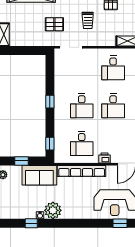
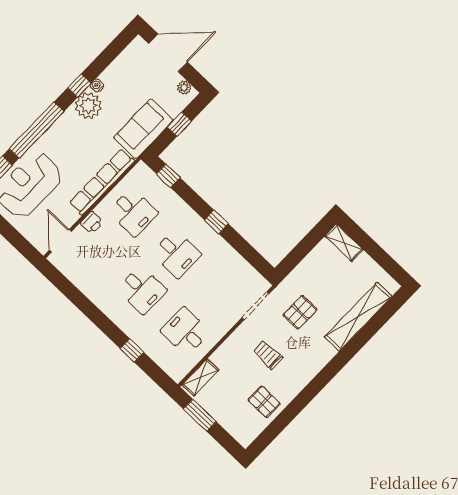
desk: (82, 106) -> (177, 254), turned 180
desk: (113, 106) -> (142, 290), turned 180
desk: (82, 144) -> (133, 212), turned 180
window: (31, 223) -> (79, 85), moved
window: (86, 223) -> (37, 130), added

